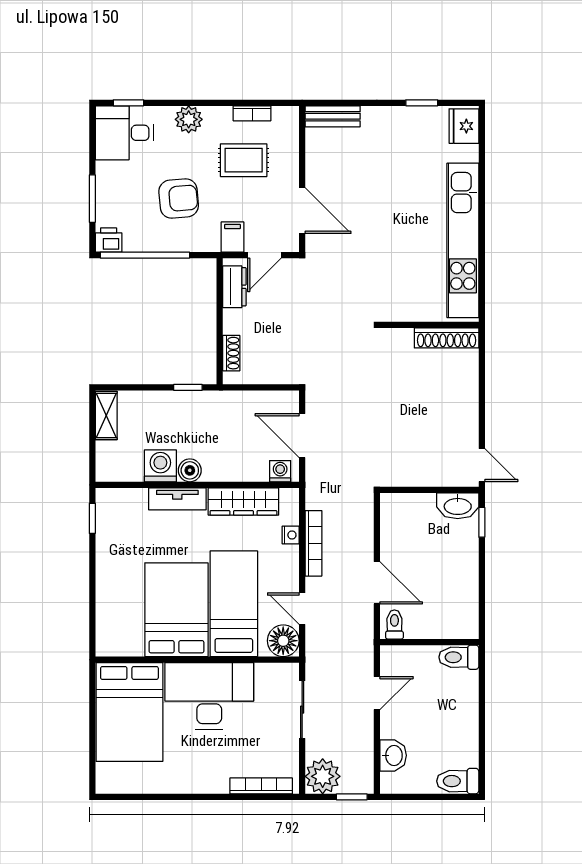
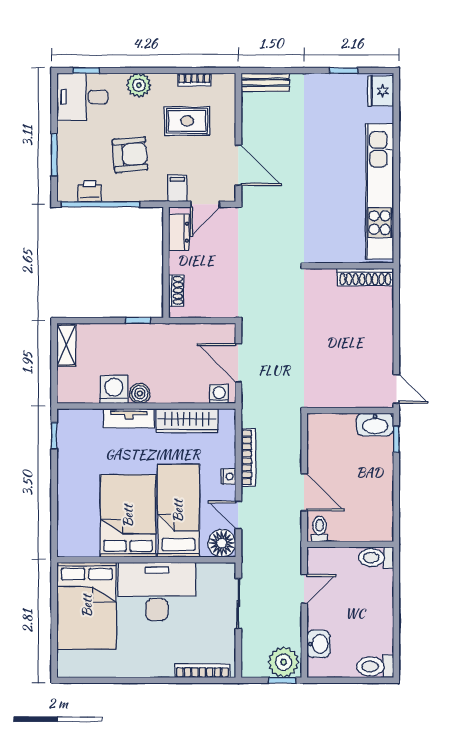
printer: (109, 240) -> (90, 191), moved
nightstand: (291, 535) -> (228, 476), moved
plant: (323, 776) -> (284, 662), moved

